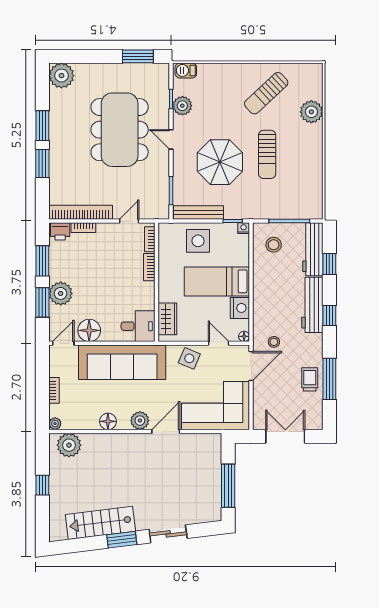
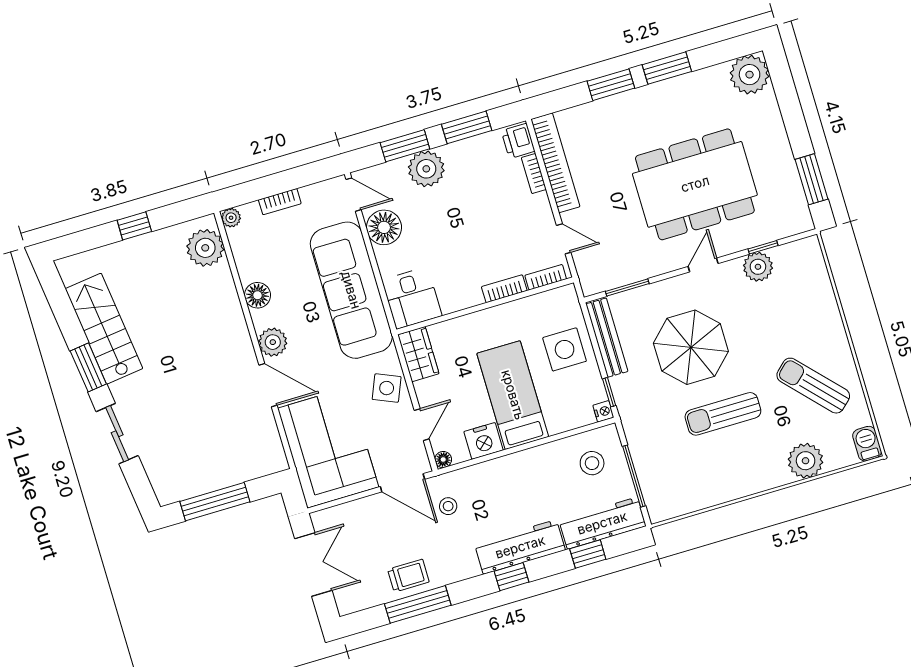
barbecue: (186, 70) -> (867, 444), moved
wardrobe: (167, 319) -> (418, 354), moved, turned -90

